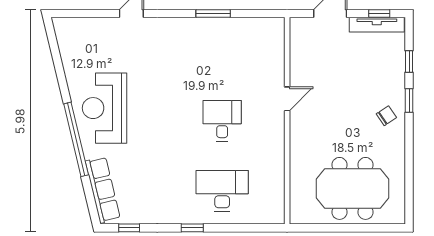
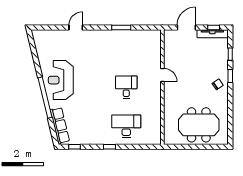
door: (287, 99) -> (162, 75), hinge flipped

